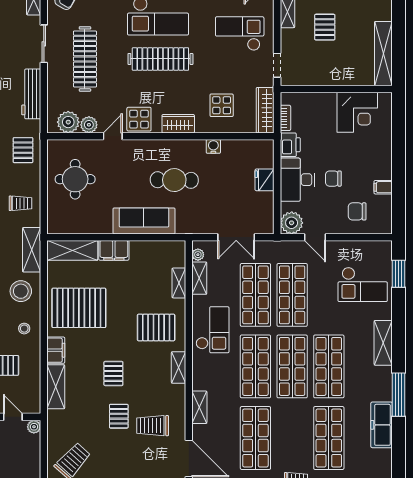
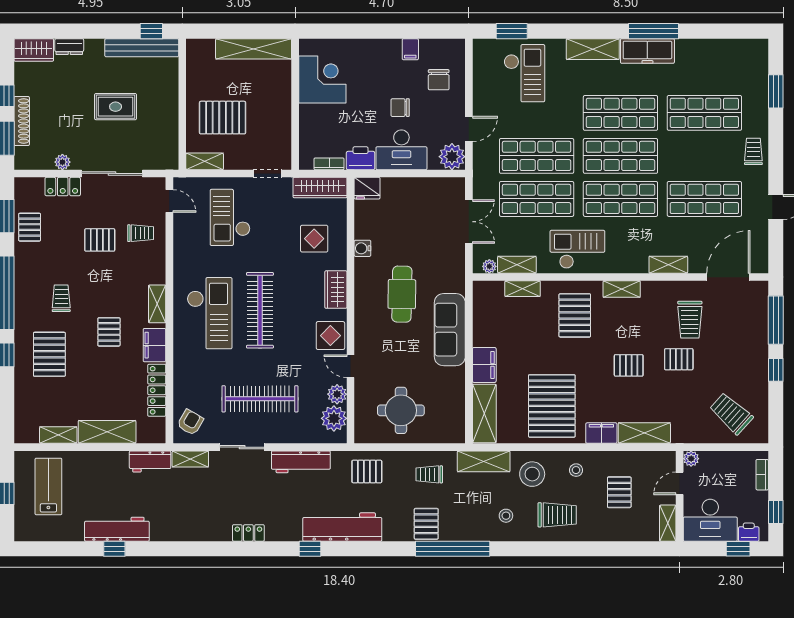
pallet: (325, 27) -> (223, 118), width x1.50, depth x1.42
chair: (333, 179) -> (400, 108), turned 90
fridge: (265, 180) -> (367, 188), moved
trolley: (21, 203) -> (429, 474), turned -90
freezer: (382, 425) -> (647, 51), moved

